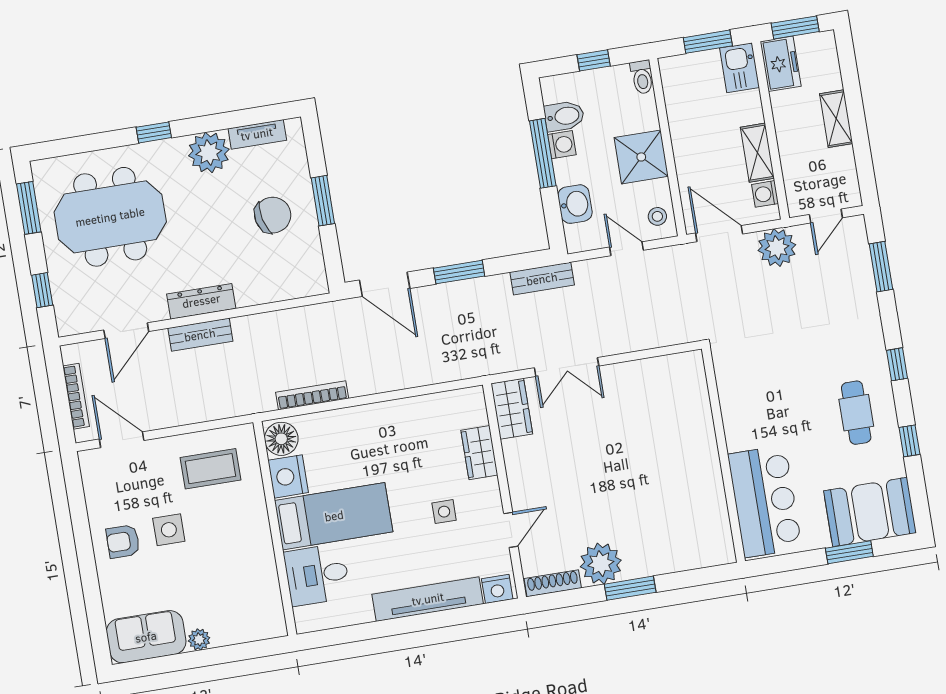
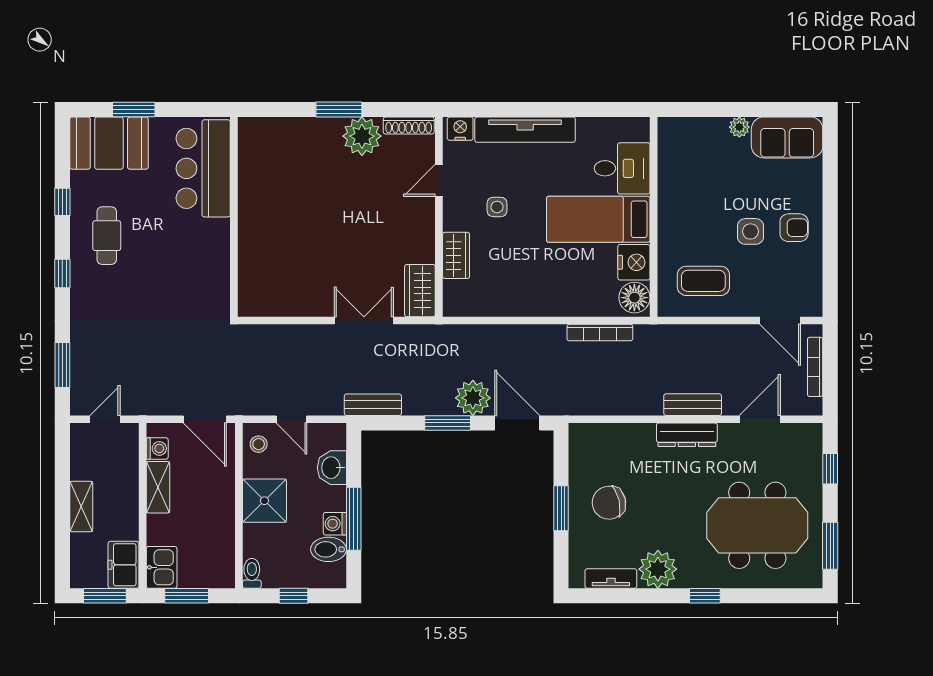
plant: (777, 248) -> (473, 398), moved

